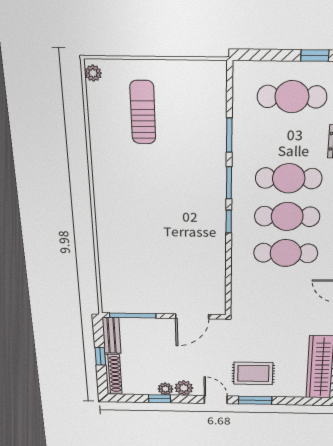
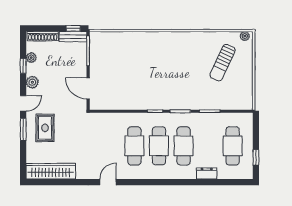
sun lounger: (143, 112) -> (223, 63), turned 115
window: (100, 356) -> (73, 28), moved
plant: (165, 389) -> (31, 58), moved

